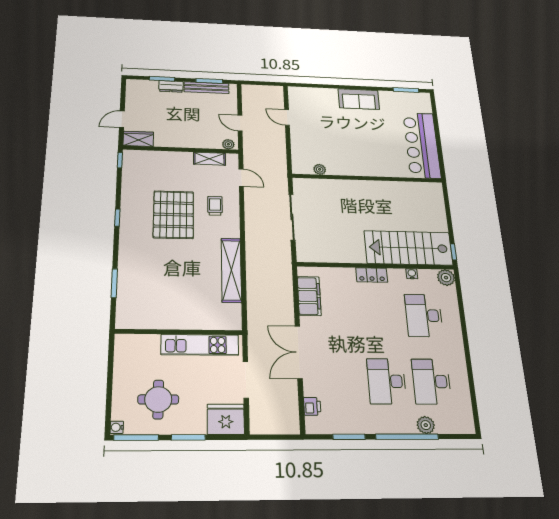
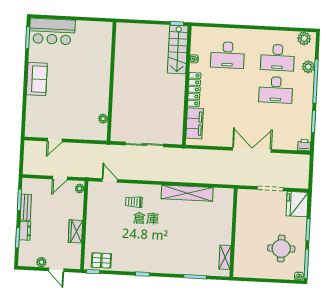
bench: (206, 88) -> (26, 207), width x0.73
plant: (131, 103) -> (41, 262), added
wardrobe: (138, 139) -> (75, 231), moved
bar counter: (422, 145) -> (52, 31), moved, width x0.73
shelving: (209, 159) -> (225, 257), moved
door: (241, 178) -> (110, 180), hinge flipped
pallet: (173, 215) -> (101, 260), moved, width x0.49, depth x0.50
stairs: (408, 248) -> (178, 50), width x0.73, depth x0.66
locker: (372, 275) -> (194, 89), width x1.53
plant: (446, 278) -> (304, 38), moved
filing cabinet: (309, 296) -> (195, 123), moved, turned 90
kitchen unit: (200, 345) -> (244, 219), removed
double door: (299, 352) -> (252, 150), swing flipped
printer: (312, 406) -> (304, 145), moved

